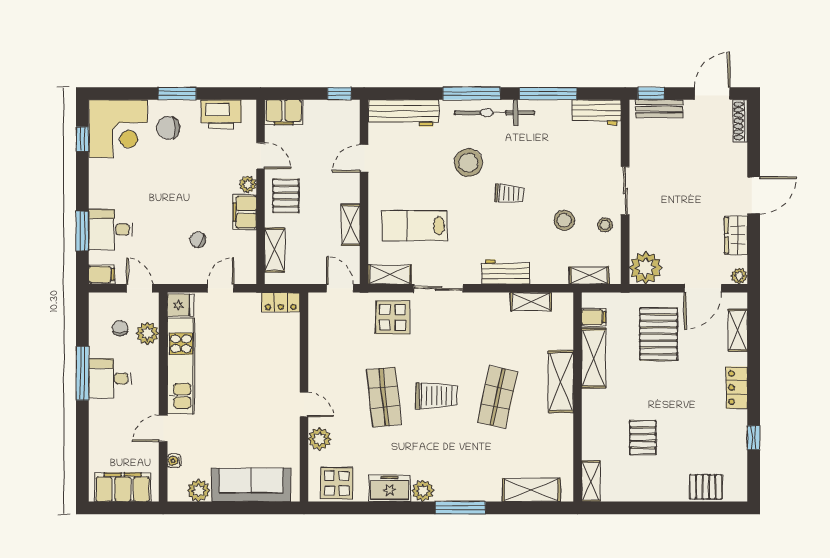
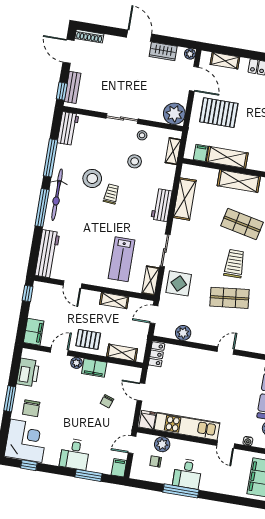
stool: (468, 163) -> (92, 178), moved
desk: (111, 230) -> (75, 454), moved
shelving: (531, 302) -> (185, 199), width x1.50, depth x1.33
plant: (320, 439) -> (183, 333), moved

